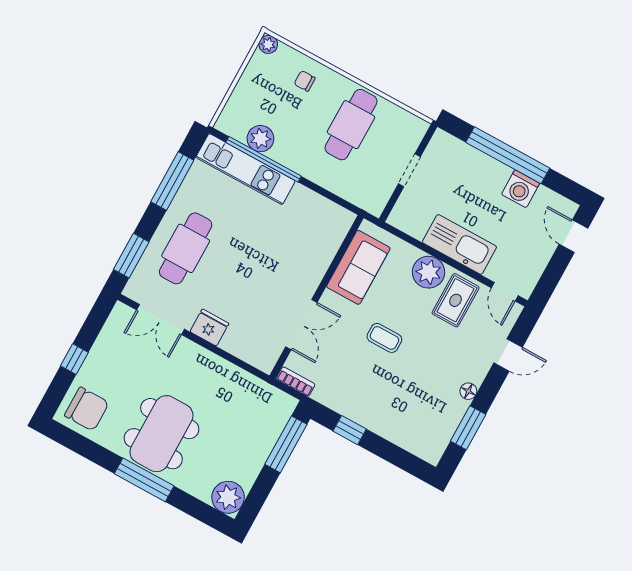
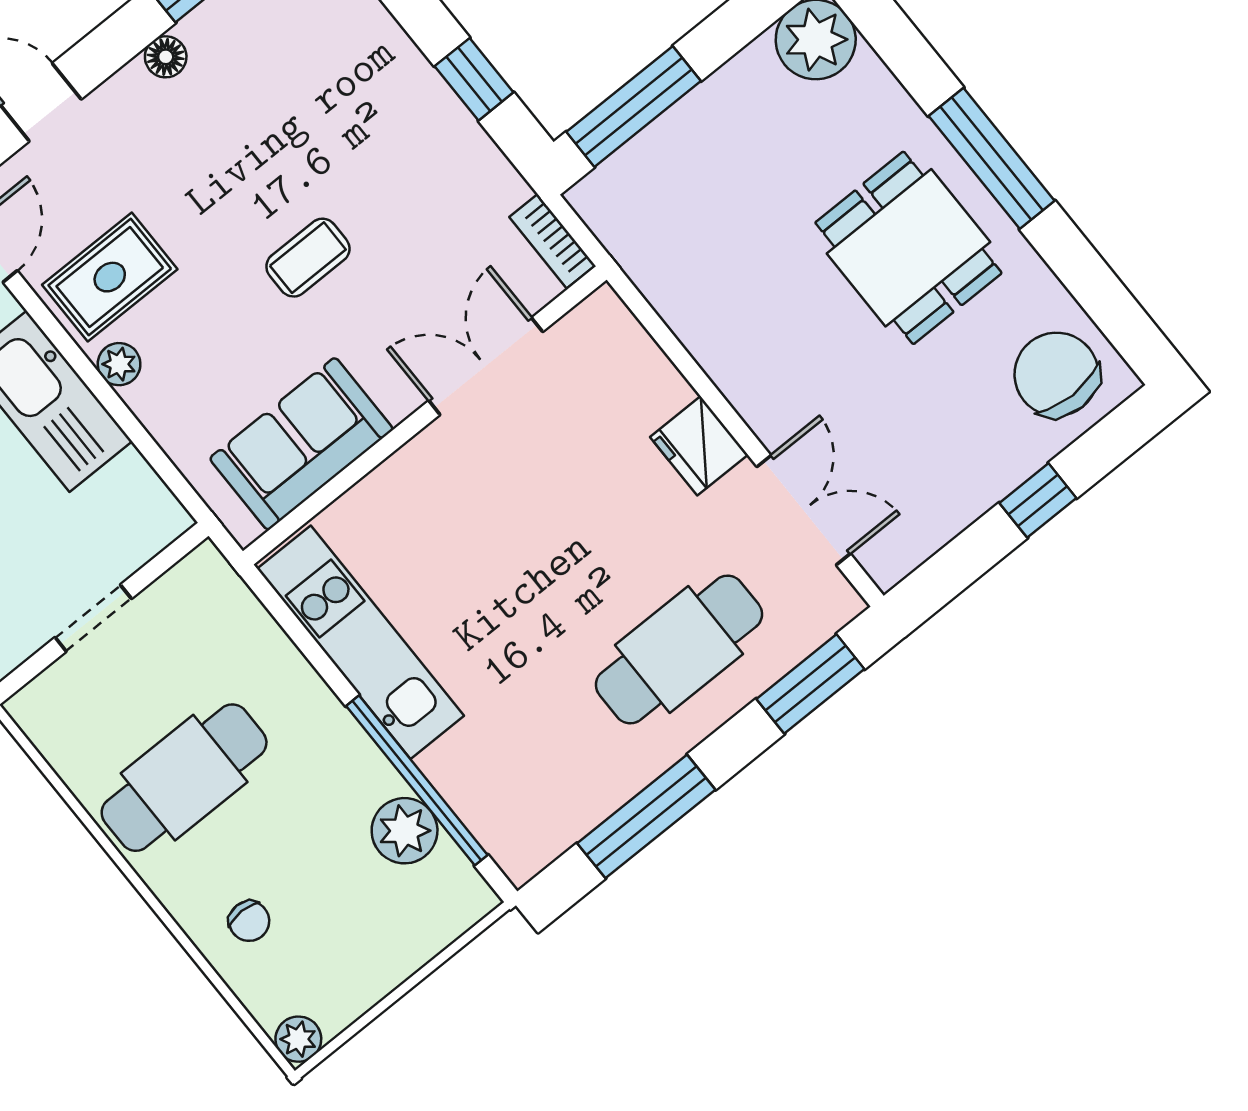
kitchen unit: (246, 169) -> (361, 642), moved
plant: (429, 272) -> (119, 364), width x0.53, depth x0.53
coffee table: (384, 338) -> (308, 258), turned 90
dining table: (161, 434) -> (908, 248), width x0.73

